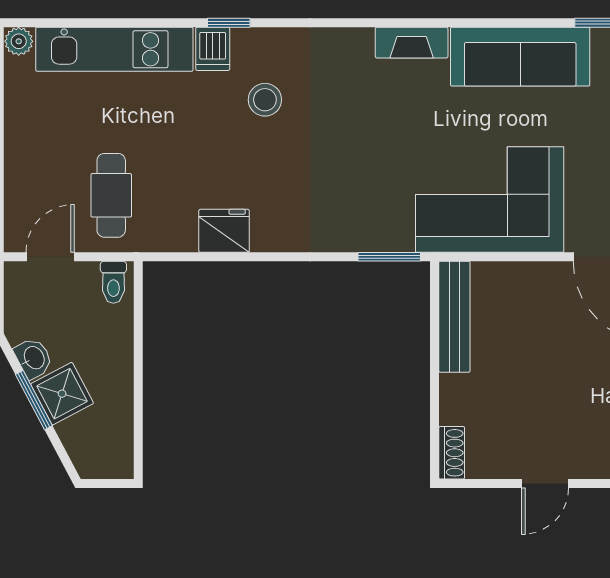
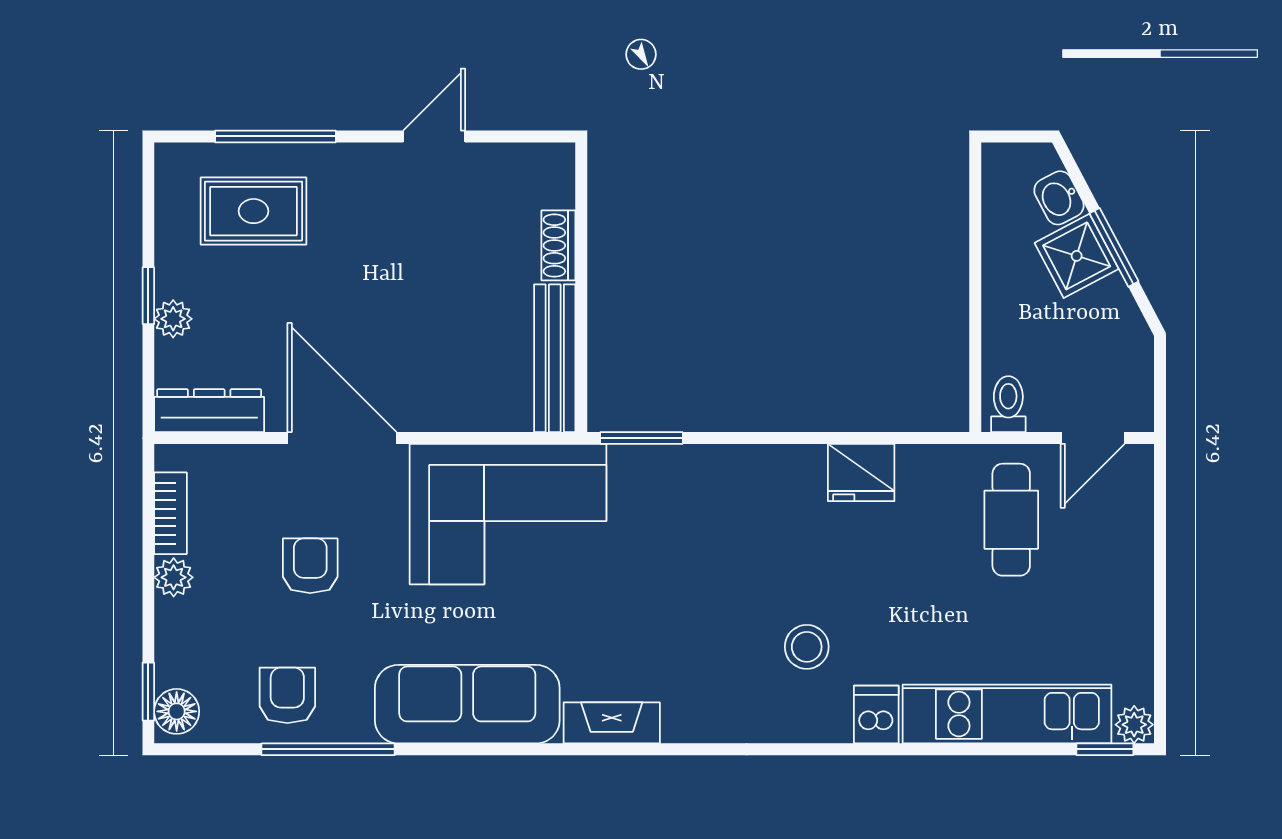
window: (229, 23) -> (1105, 749), moved
washbasin: (33, 358) -> (1059, 198), moved
shoe rack: (452, 453) -> (558, 245), moved

